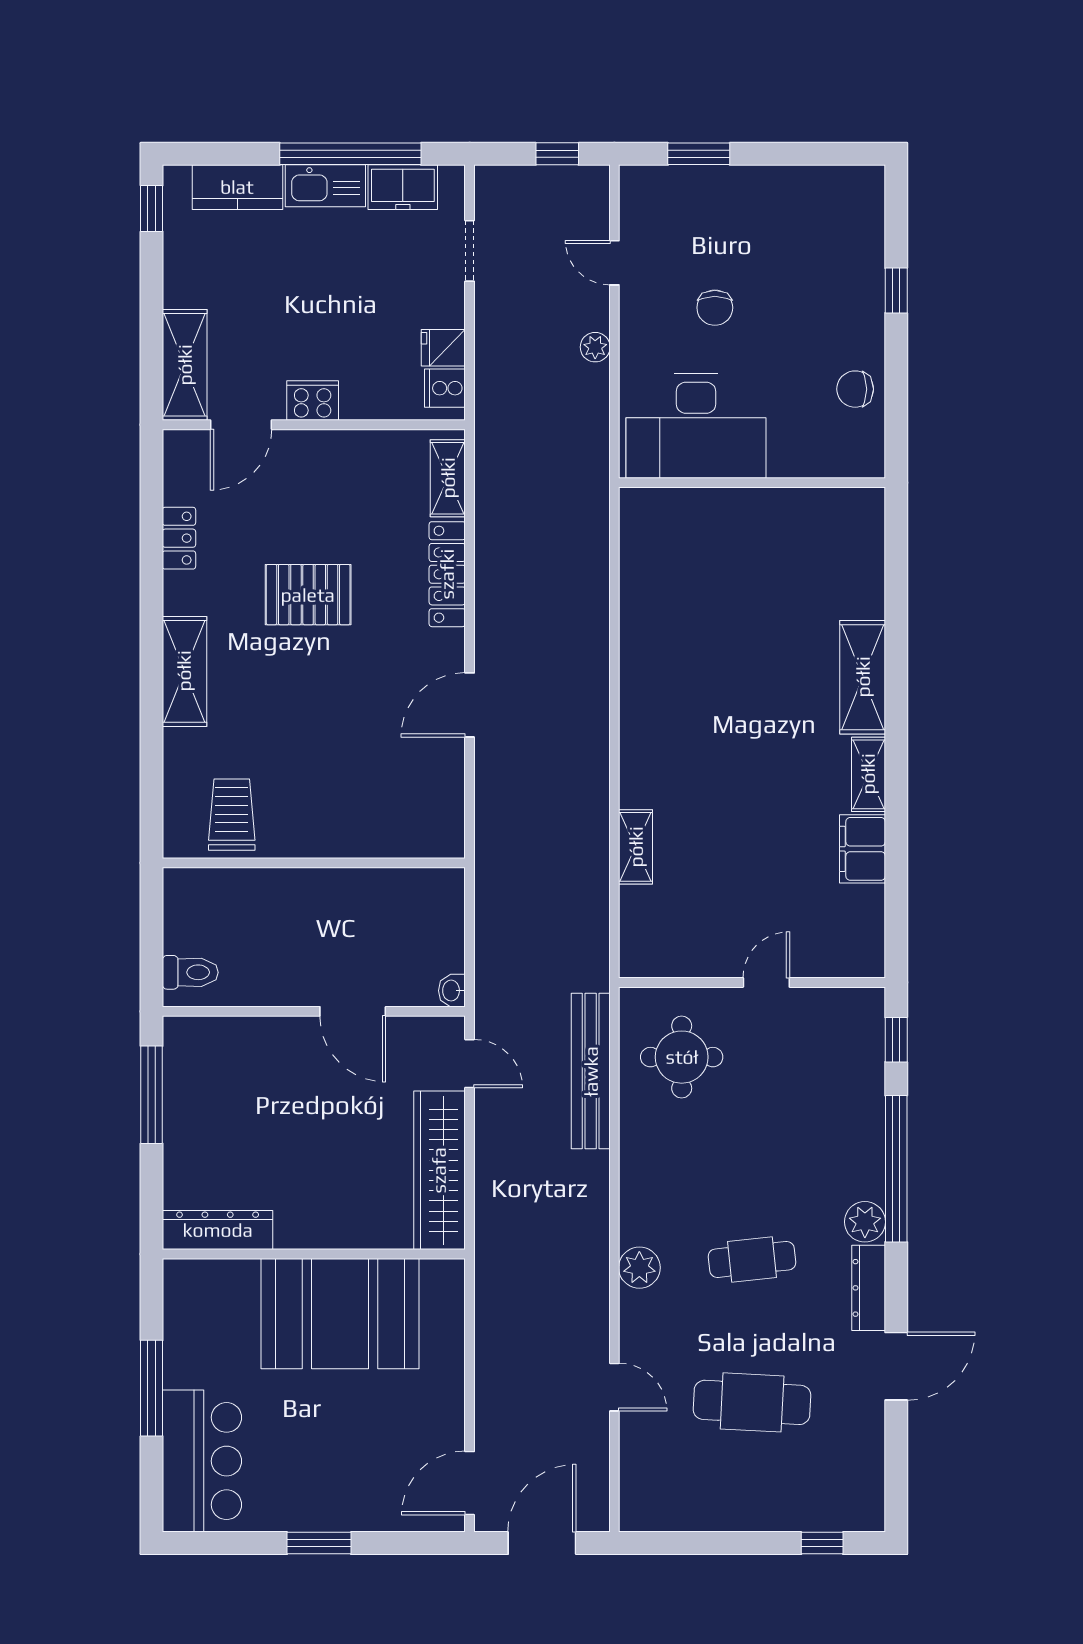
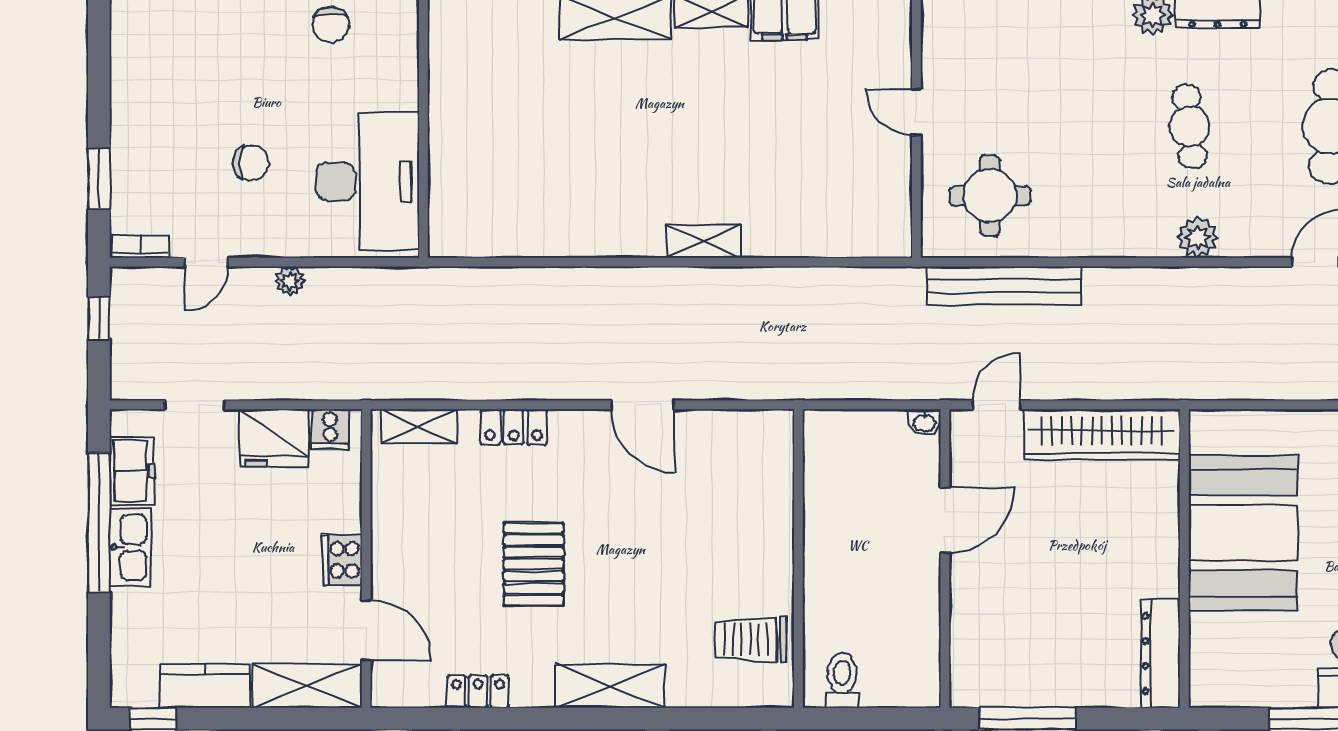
kitchen counter: (237, 187) -> (205, 686), moved, turned -90
bookcase: (630, 196) -> (141, 246), added
fridge: (443, 348) -> (274, 438), width x1.88, depth x1.34
locker: (447, 574) -> (514, 427), width x0.66
shelving: (636, 847) -> (704, 241), moved
toilet: (190, 972) -> (842, 680), moved

